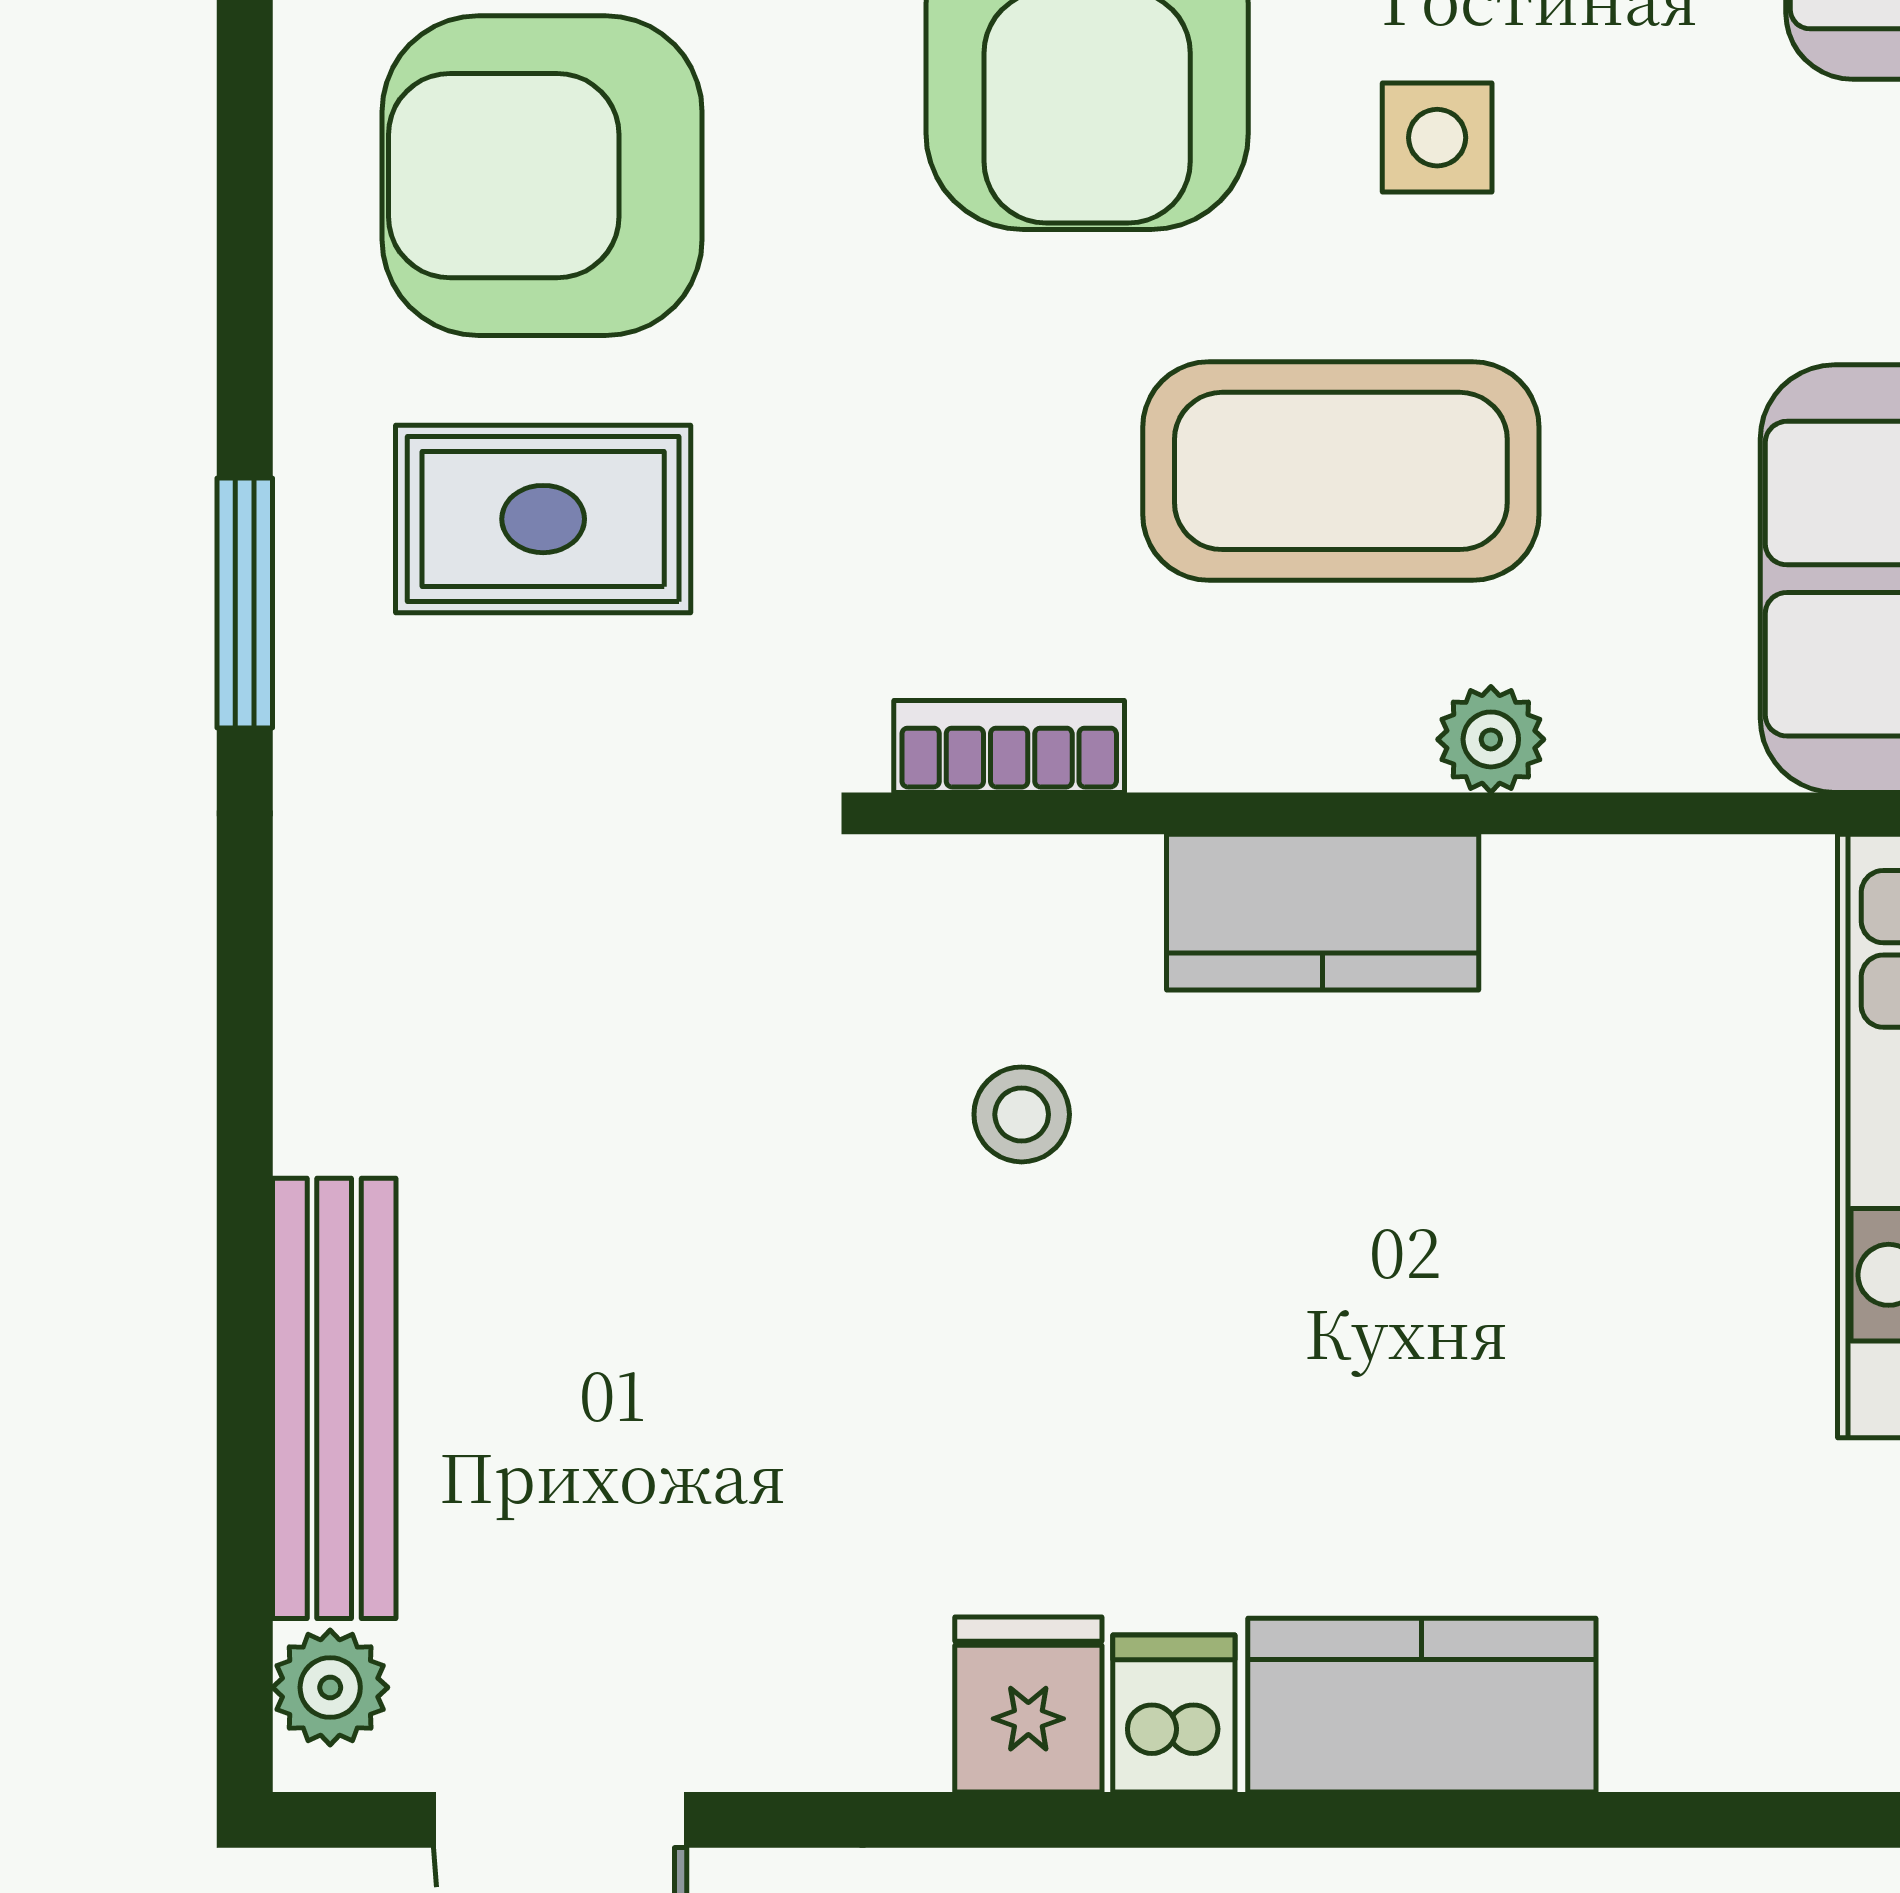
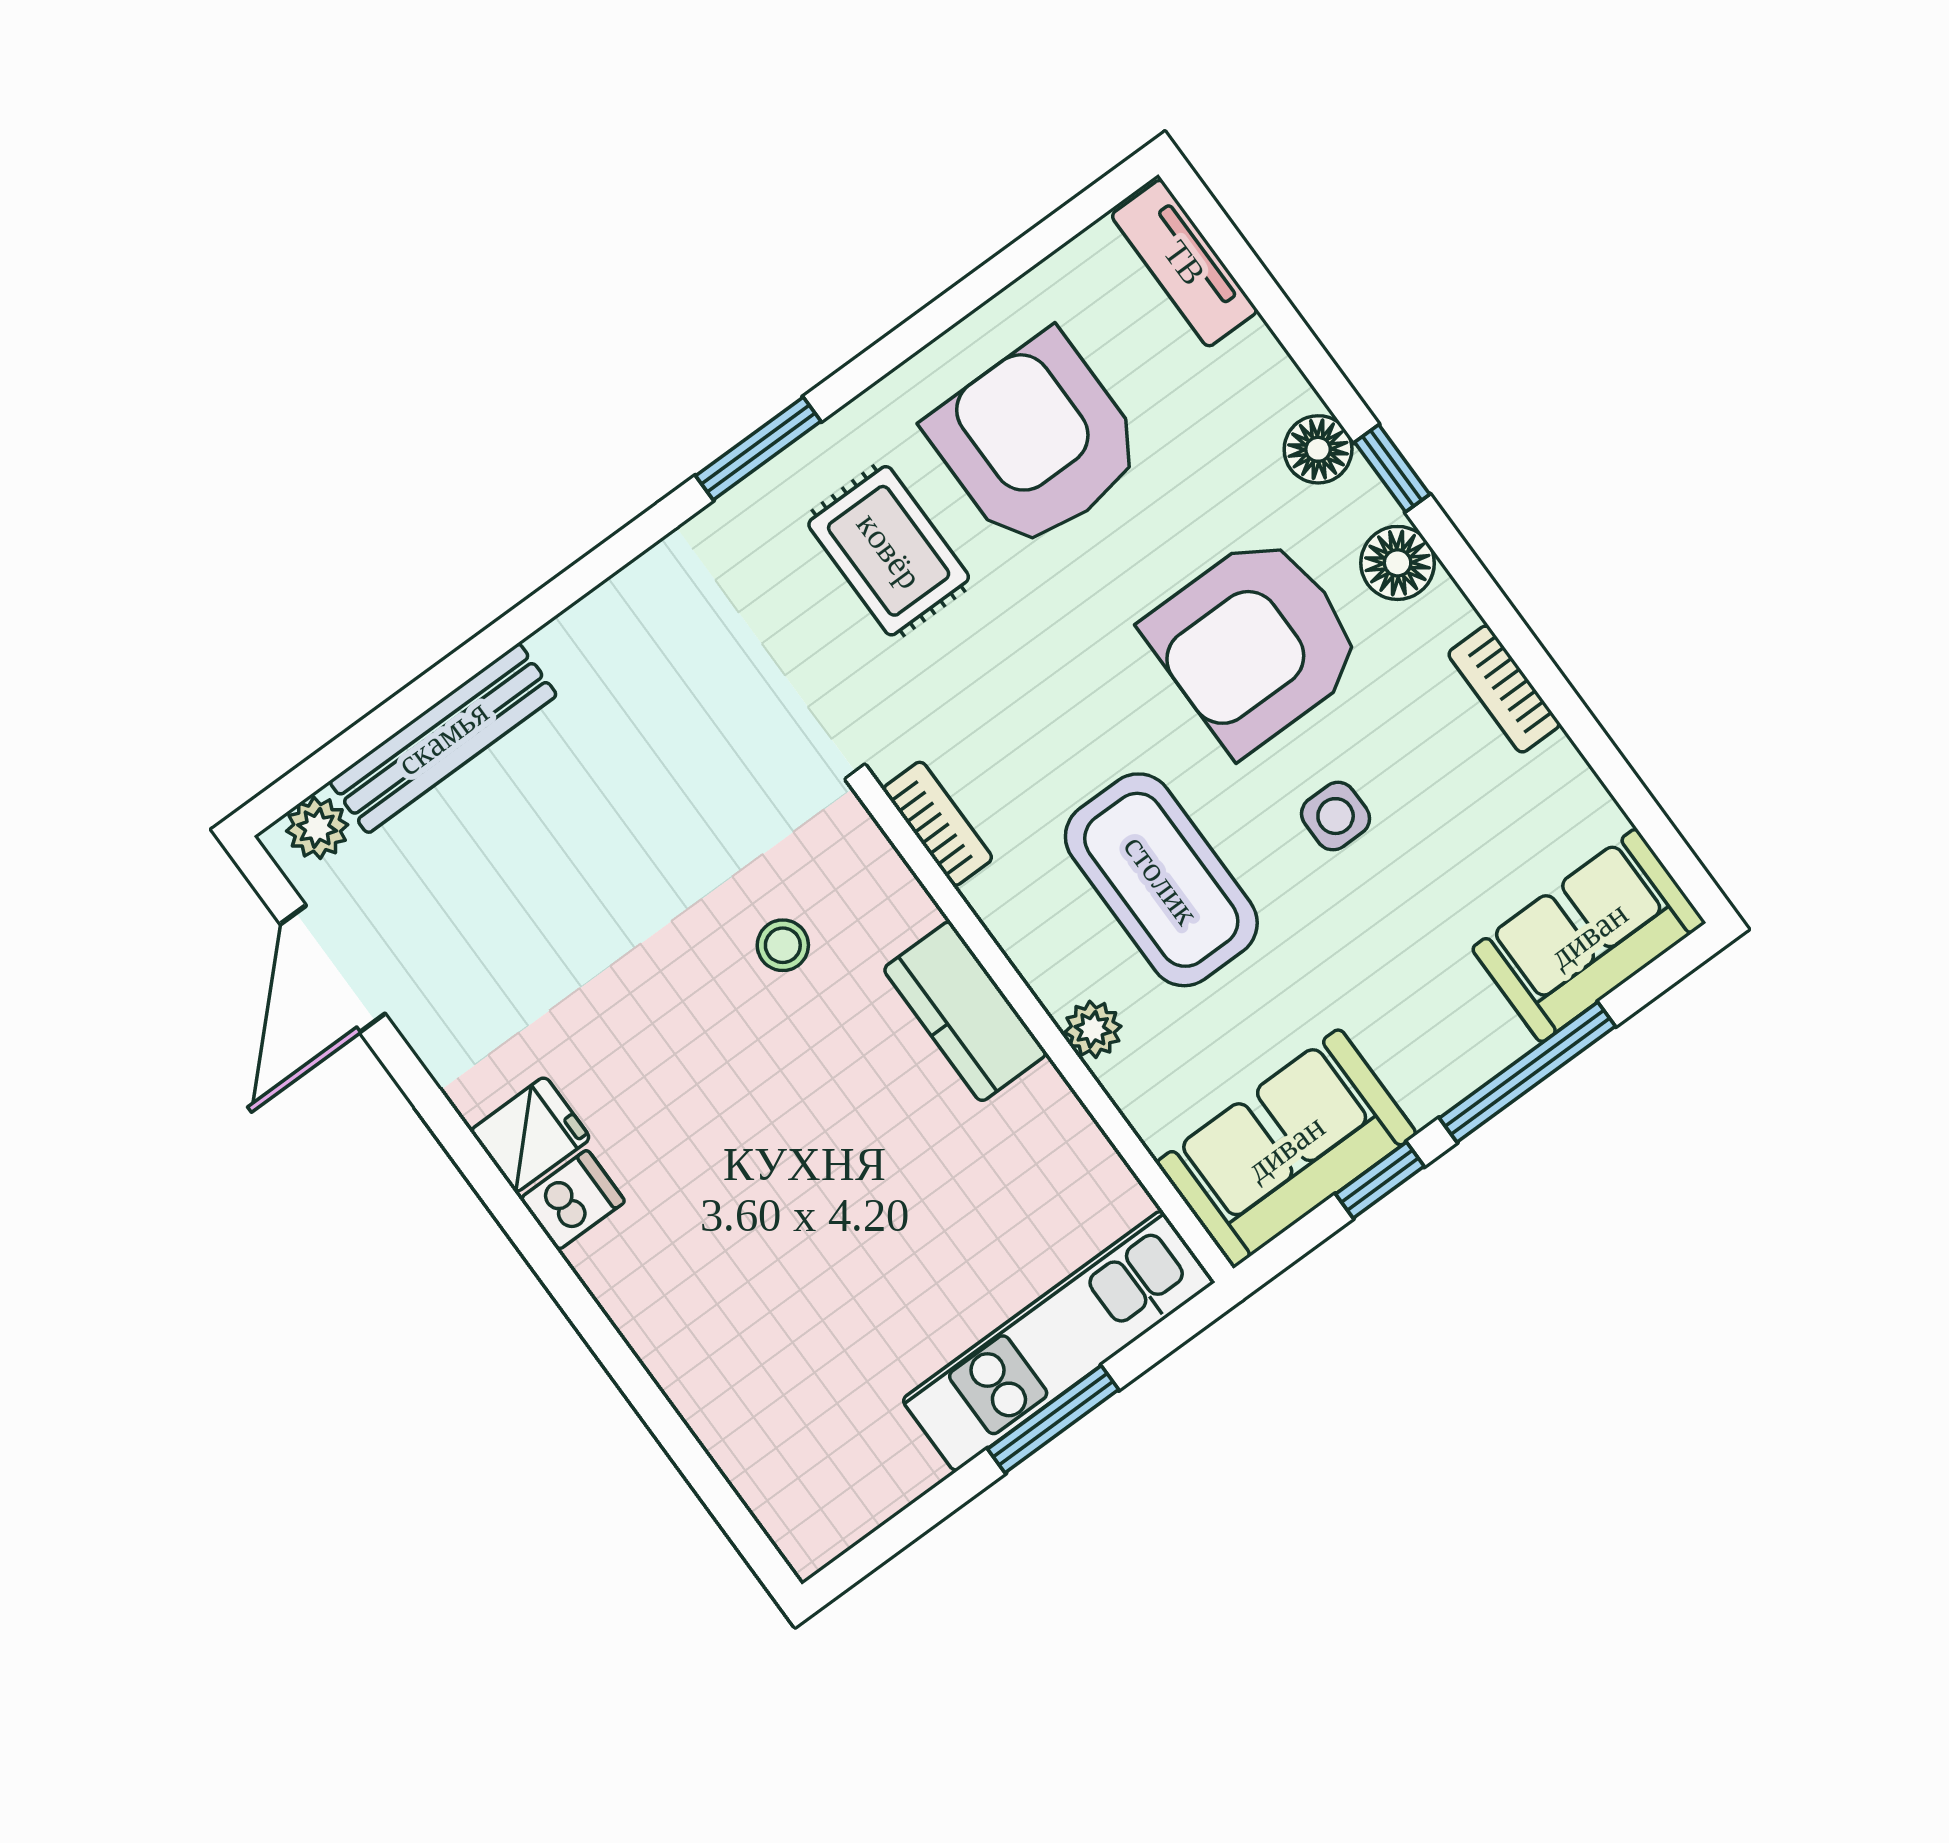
kitchen counter: (1422, 1705) -> (654, 1305), removed

